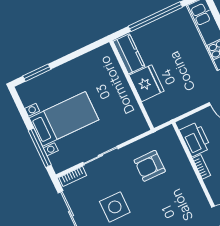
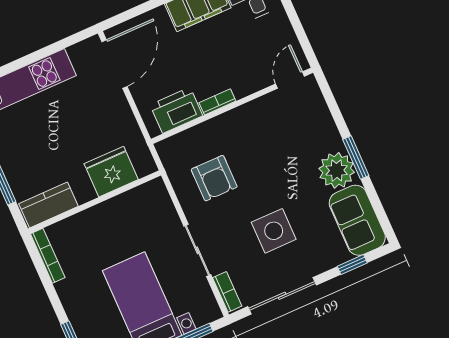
bookcase: (94, 54) -> (48, 256), added
fridge: (147, 83) -> (111, 172), moved

